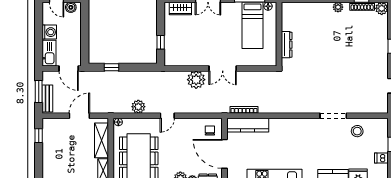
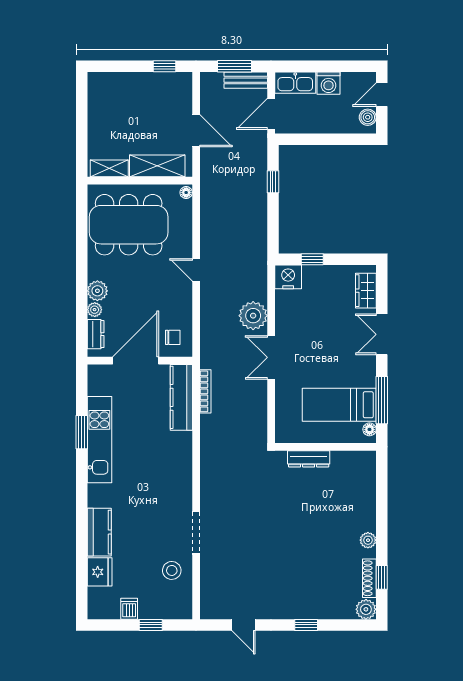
nightstand: (172, 58) -> (288, 277), added
bench: (47, 99) -> (246, 80), moved
plant: (138, 107) -> (210, 224), removed

